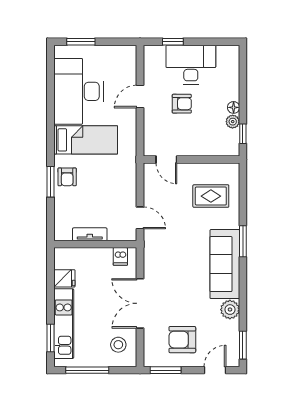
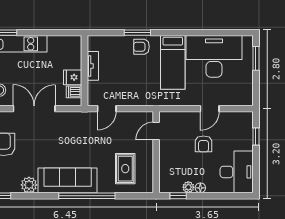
desk: (191, 65) -> (237, 172), moved
door: (140, 96) -> (210, 109), swing flipped
window: (243, 241) -> (87, 196), width x2.11
fridge: (64, 278) -> (73, 77), moved, turned 90

